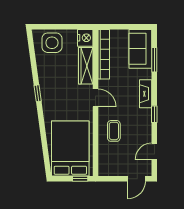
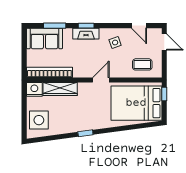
door: (95, 98) -> (101, 80), moved
window: (154, 114) -> (86, 26), moved
side table: (136, 125) -> (115, 42), added
coffee table: (114, 131) -> (142, 64), moved

